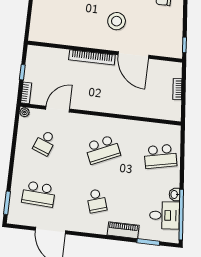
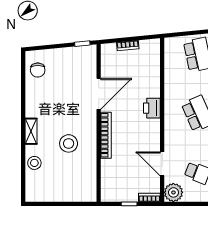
stool: (117, 21) -> (69, 143), moved
printer: (113, 106) -> (152, 108), added
plant: (25, 112) -> (173, 192), width x1.88, depth x1.88

